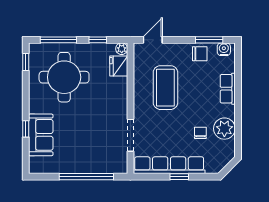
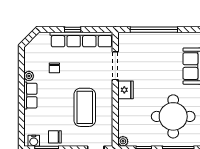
fridge: (119, 66) -> (126, 90), moved
row of seats: (228, 89) -> (30, 96), moved
plant: (224, 129) -> (29, 76), width x0.53, depth x0.53

